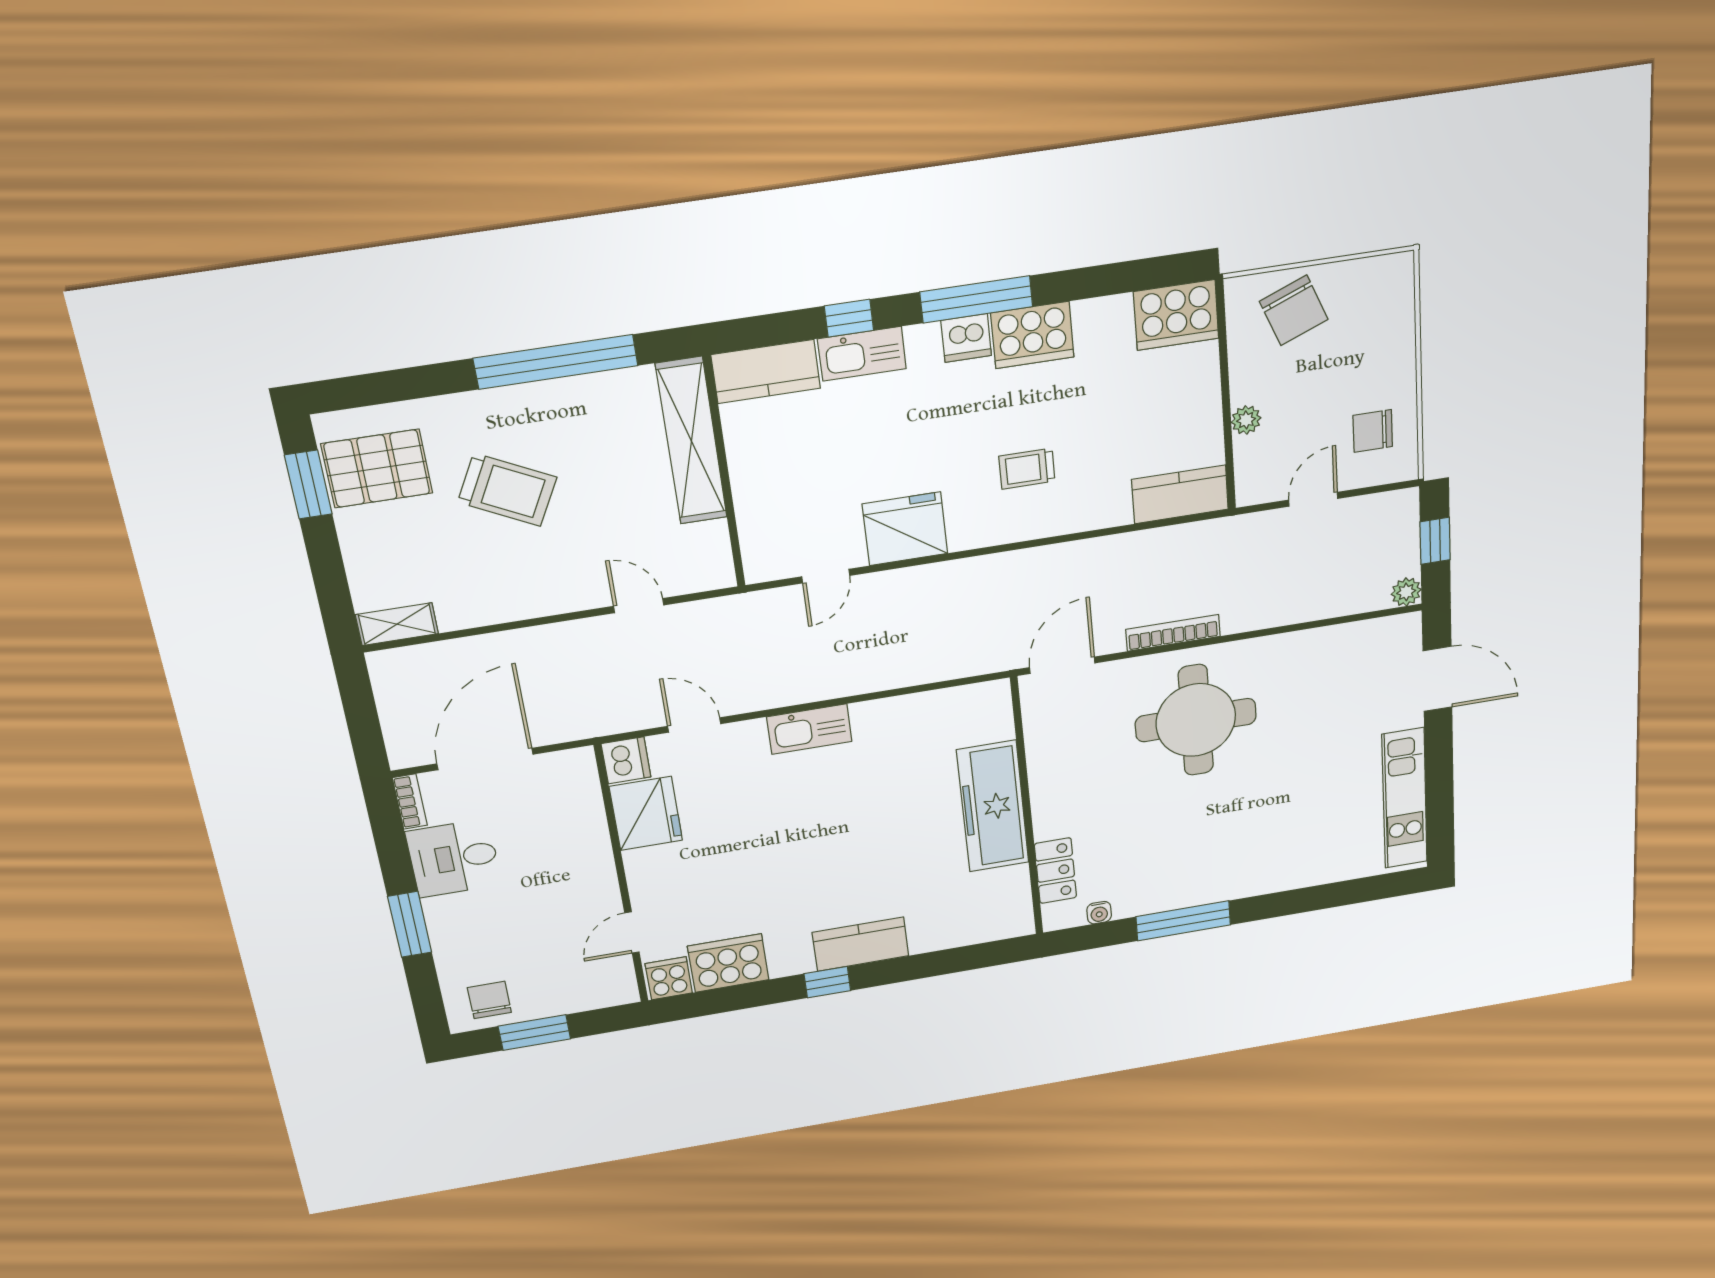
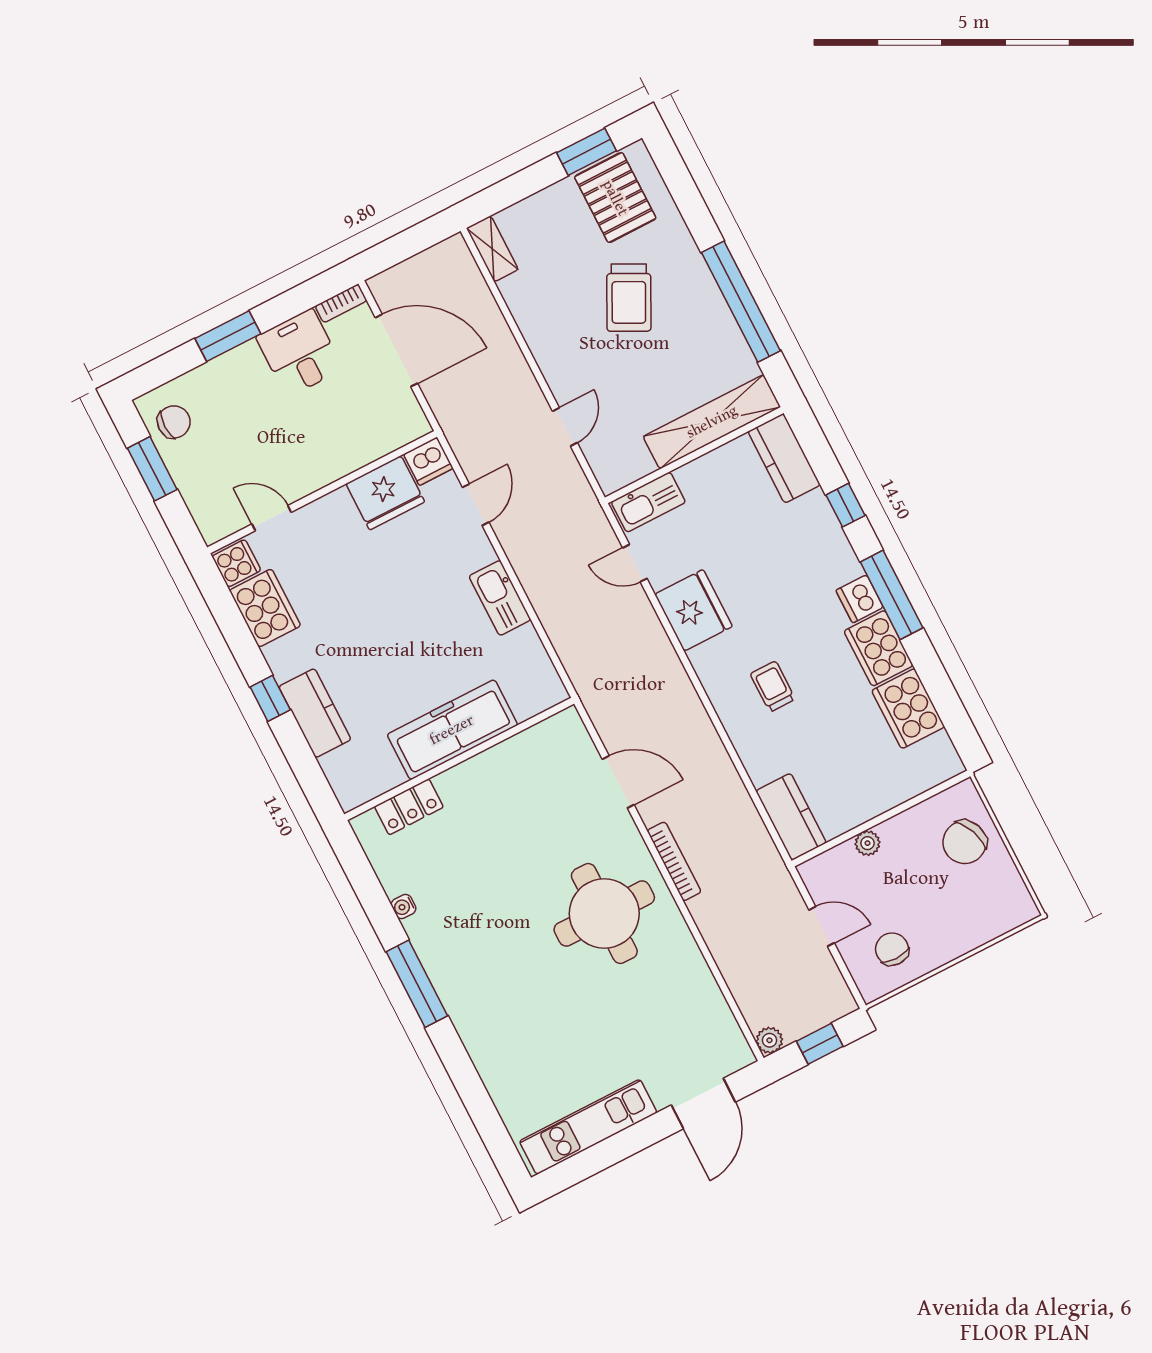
cooker: (1176, 315) -> (908, 709), moved
kitchen sink: (862, 354) -> (648, 502), moved, turned -90
freezer: (993, 806) -> (452, 730), moved
wall: (1027, 808) -> (459, 759), moved
locker: (1055, 871) -> (409, 807), moved

